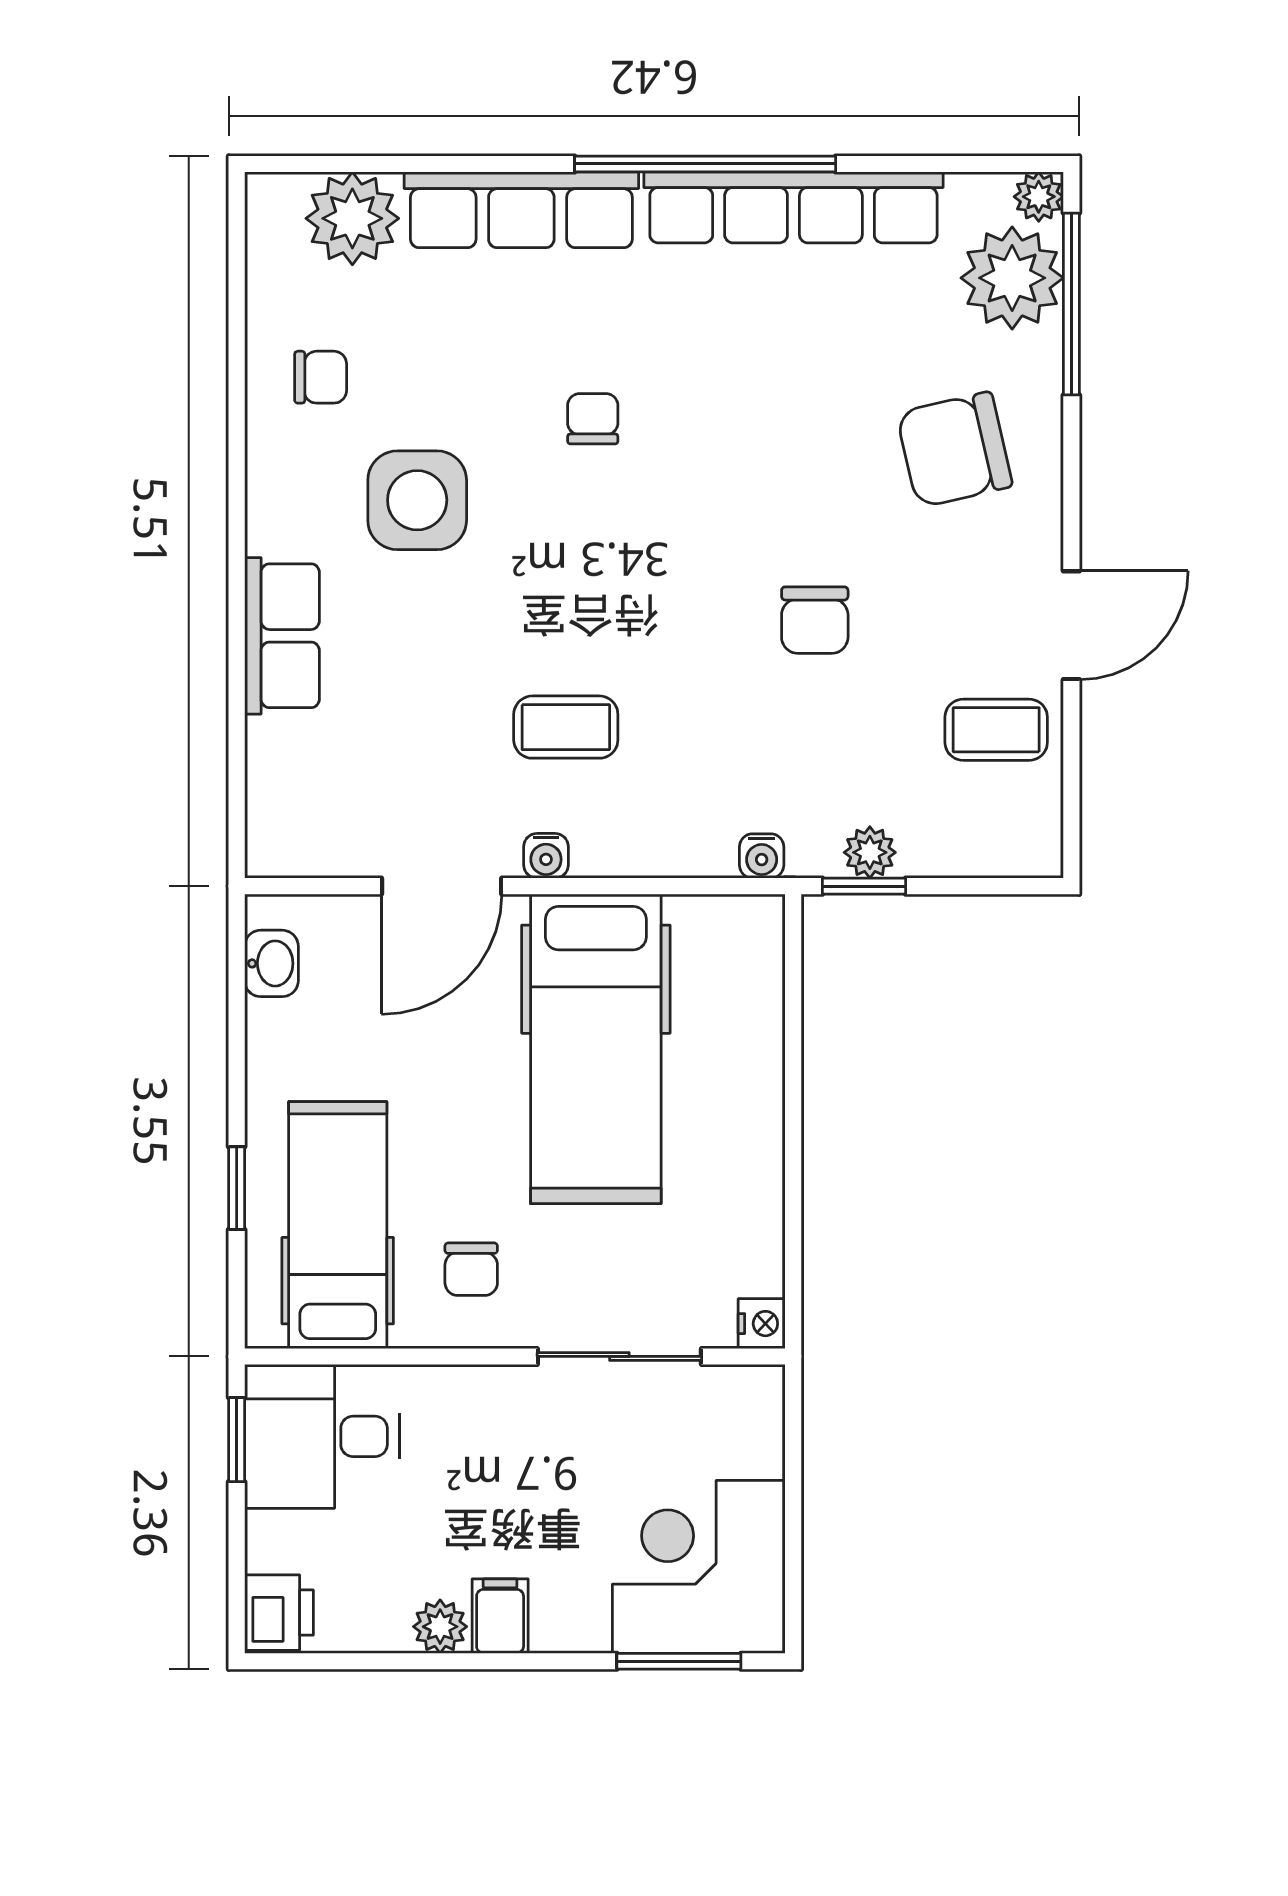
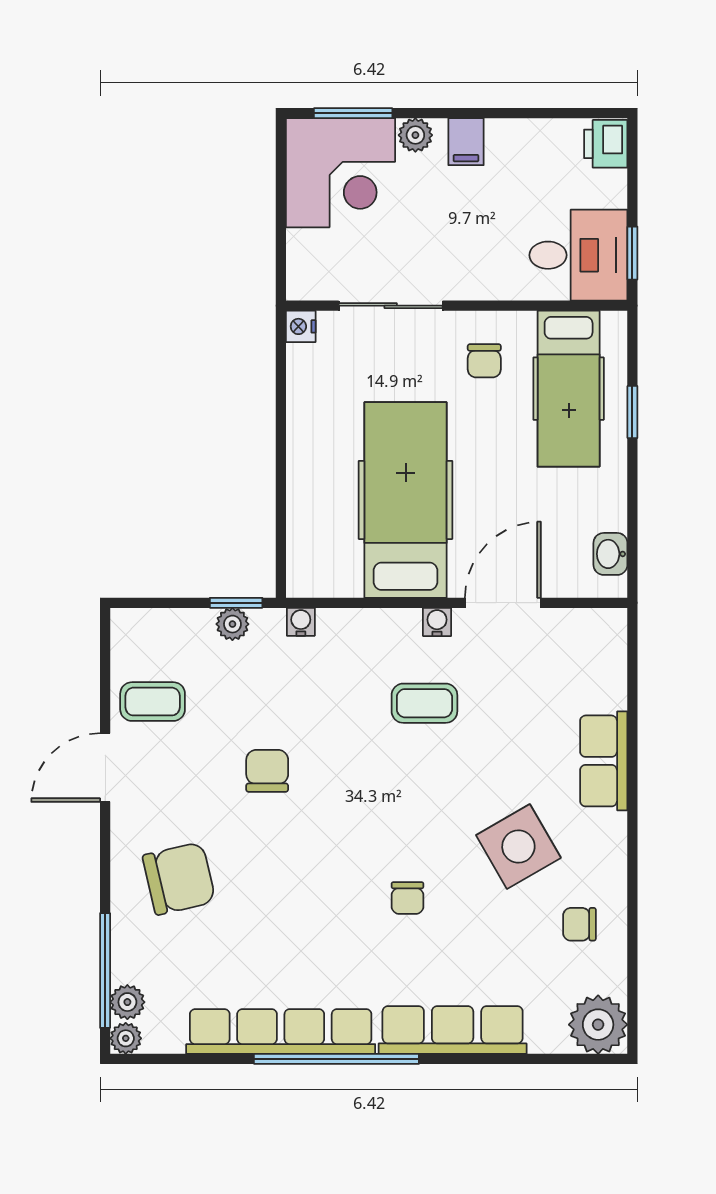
plant: (352, 218) -> (598, 1025), moved
plant: (1012, 278) -> (127, 1002), width x0.53, depth x0.53
side table: (417, 500) -> (518, 847), turned -30
chair: (471, 1269) -> (484, 361), turned 180
plant: (440, 1627) -> (415, 135), moved

